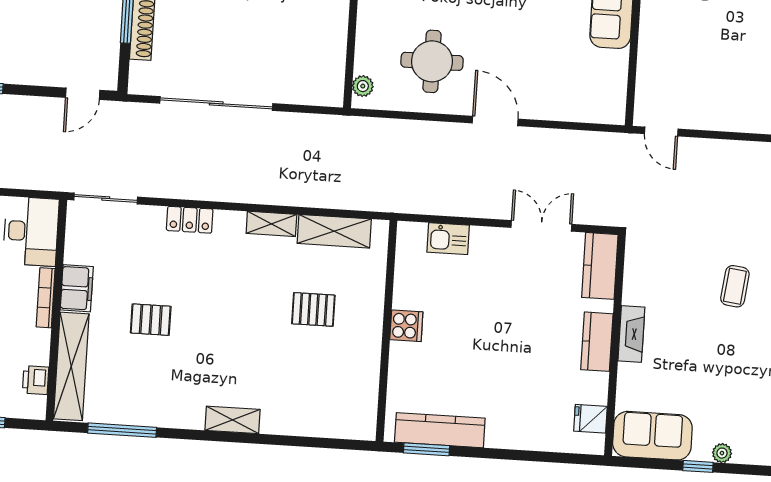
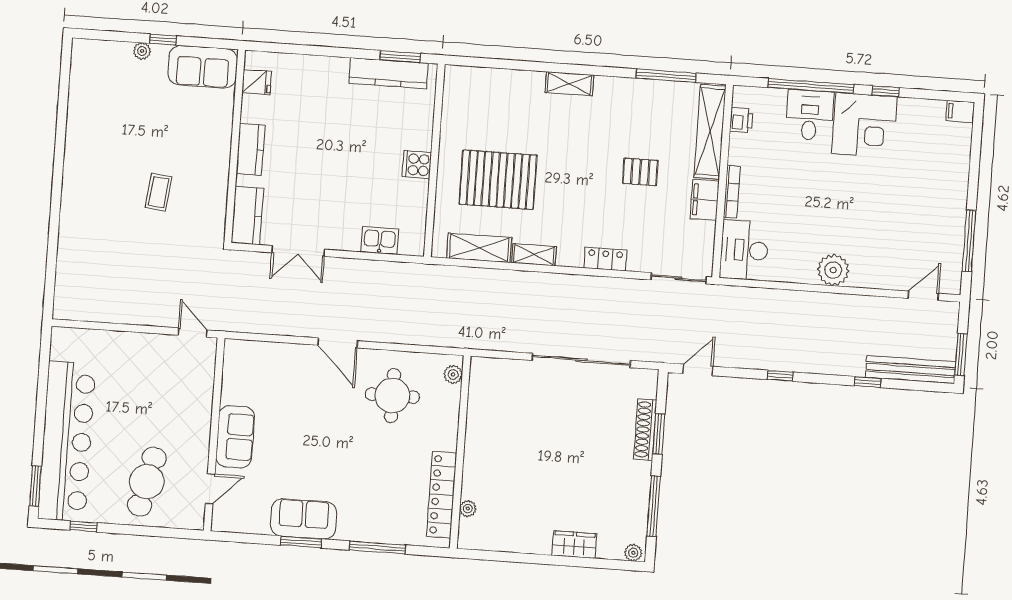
coffee table: (735, 286) -> (159, 192), moved
pallet: (313, 309) -> (498, 180), width x2.05, depth x2.00
fireplace: (631, 334) -> (220, 156), removed

